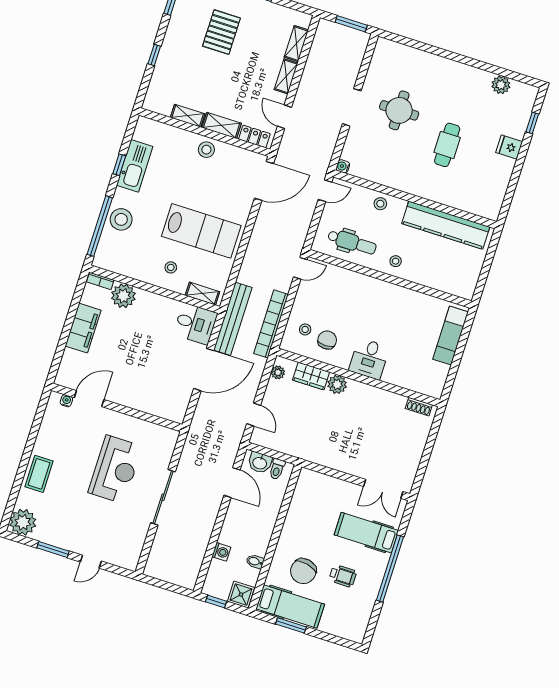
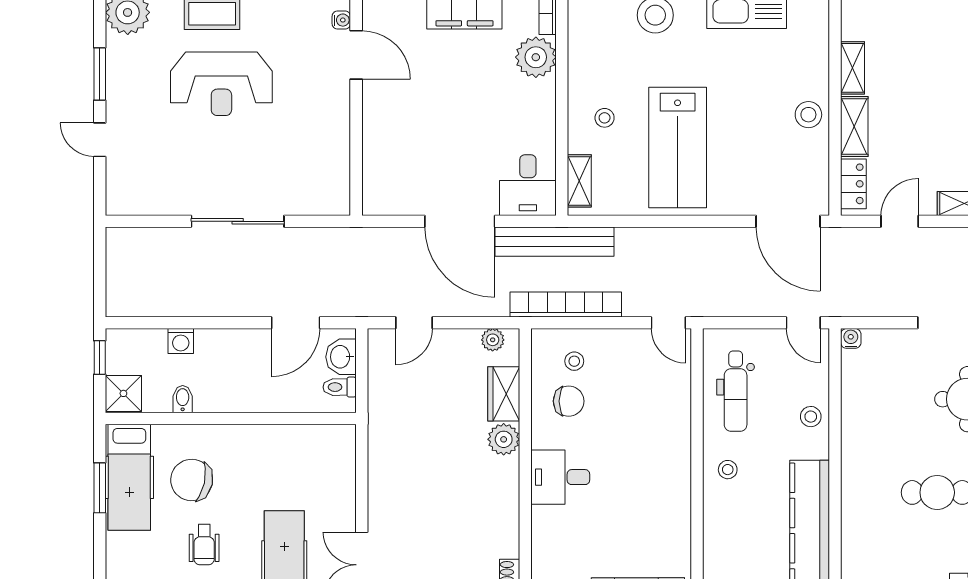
reception desk: (115, 469) -> (221, 84), moved

